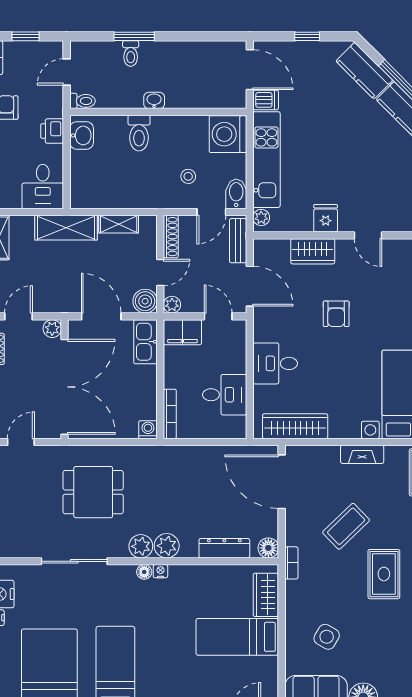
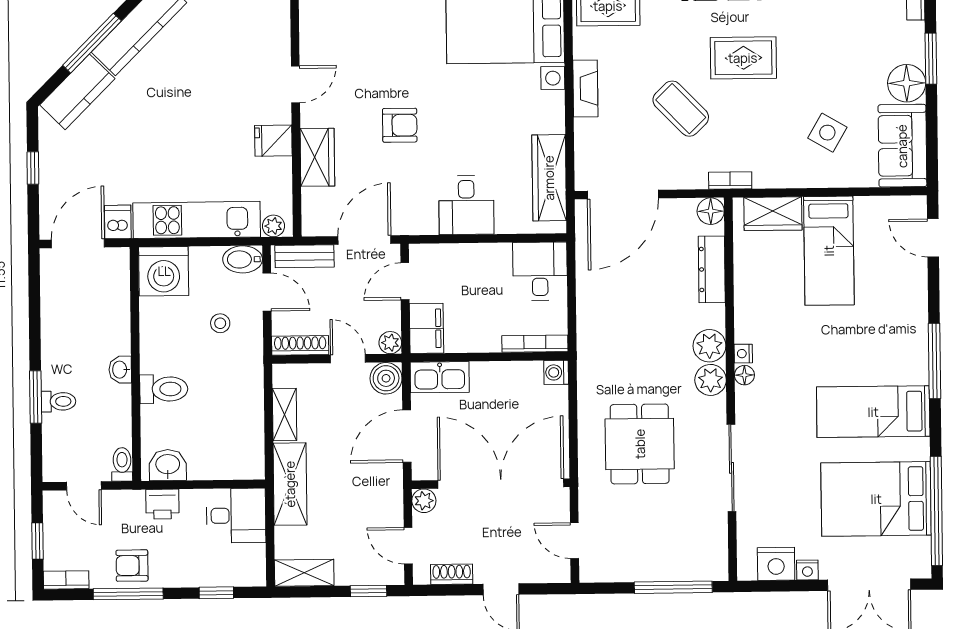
desk: (225, 395) -> (540, 271), moved

